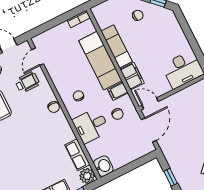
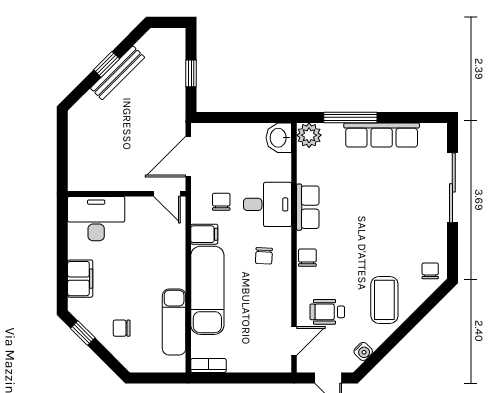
exam couch: (117, 46) -> (174, 322), moved
filing cabinet: (132, 76) -> (80, 279), moved, turned 180
row of seats: (77, 155) -> (308, 207), moved

